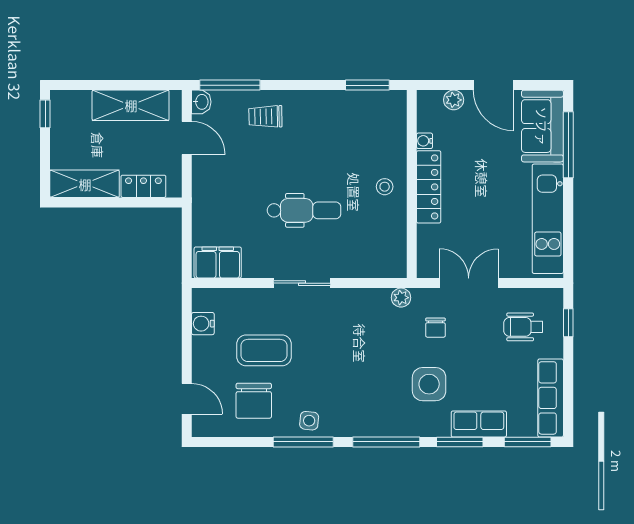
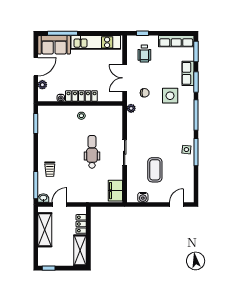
chair: (254, 401) -> (177, 174), removed

